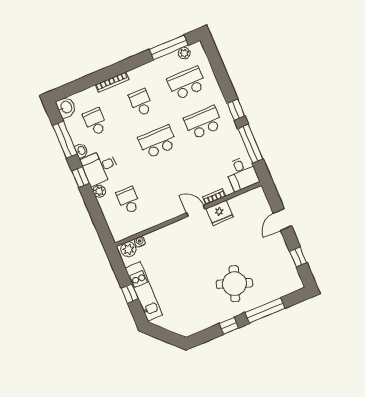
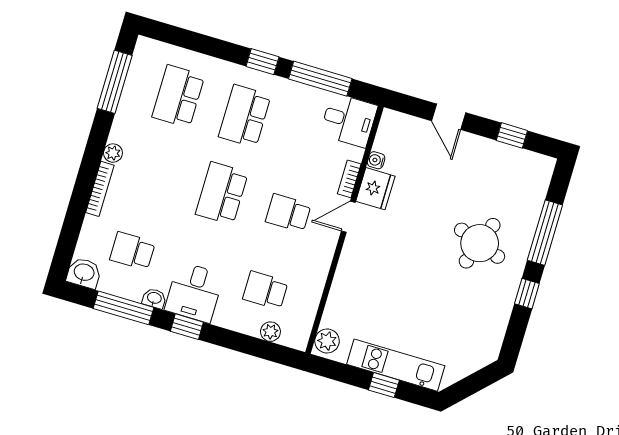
plant: (184, 53) -> (113, 153), moved
school desk: (141, 102) -> (288, 213), moved
plant: (99, 191) -> (270, 332), moved
water cooler: (140, 242) -> (376, 160), moved

